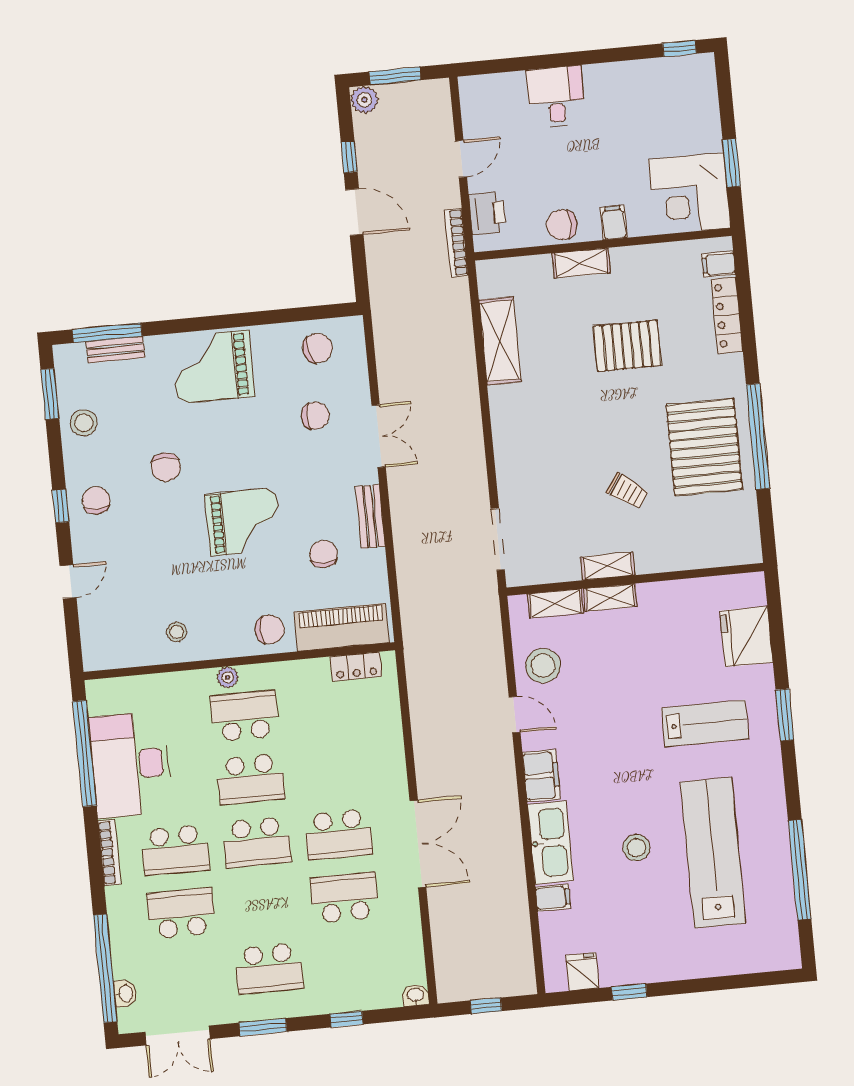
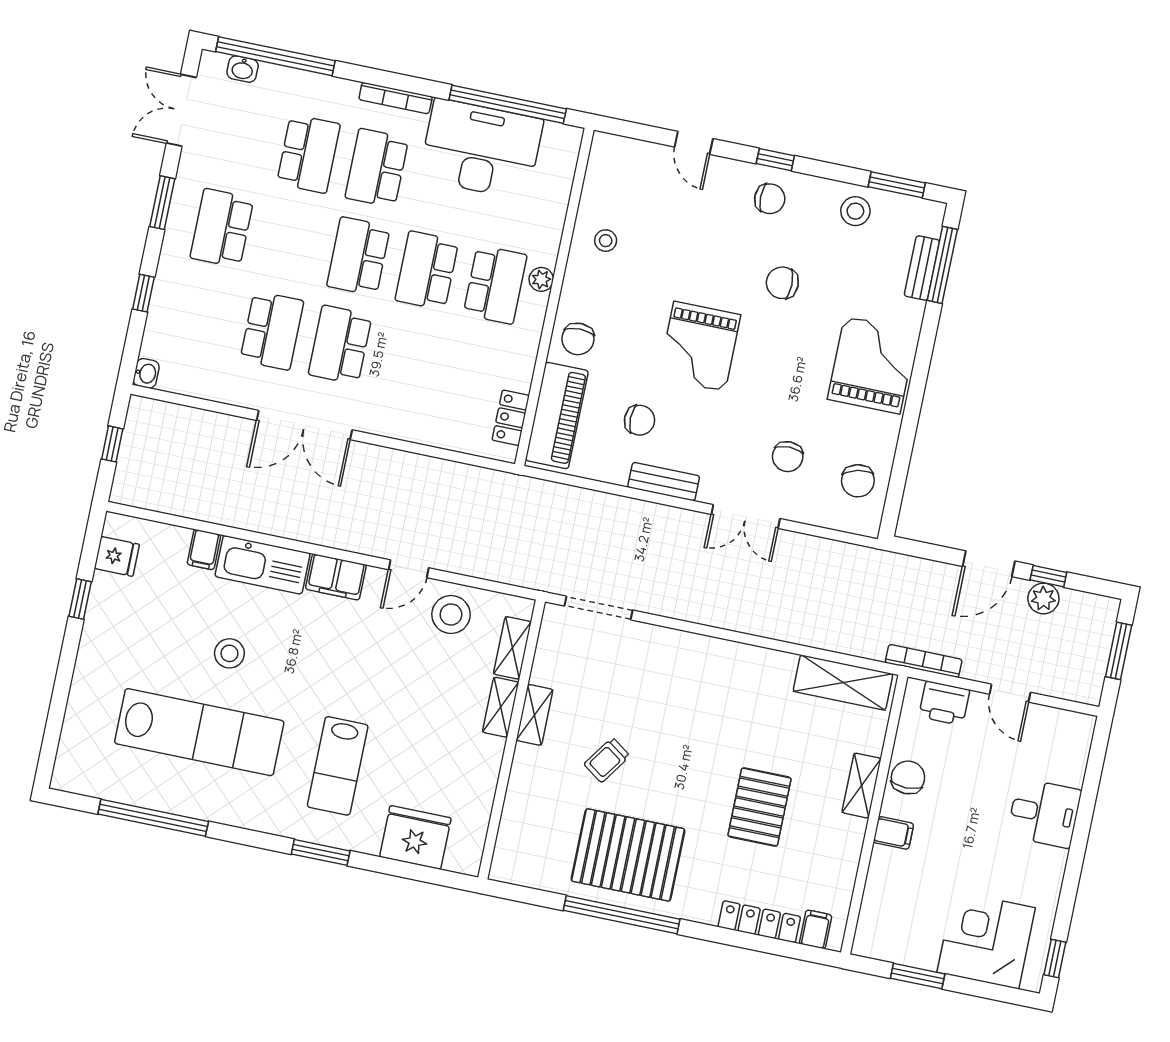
plant: (364, 100) -> (1043, 598), moved
corner desk: (690, 194) -> (986, 940), moved
shelving: (500, 341) -> (843, 683), moved

